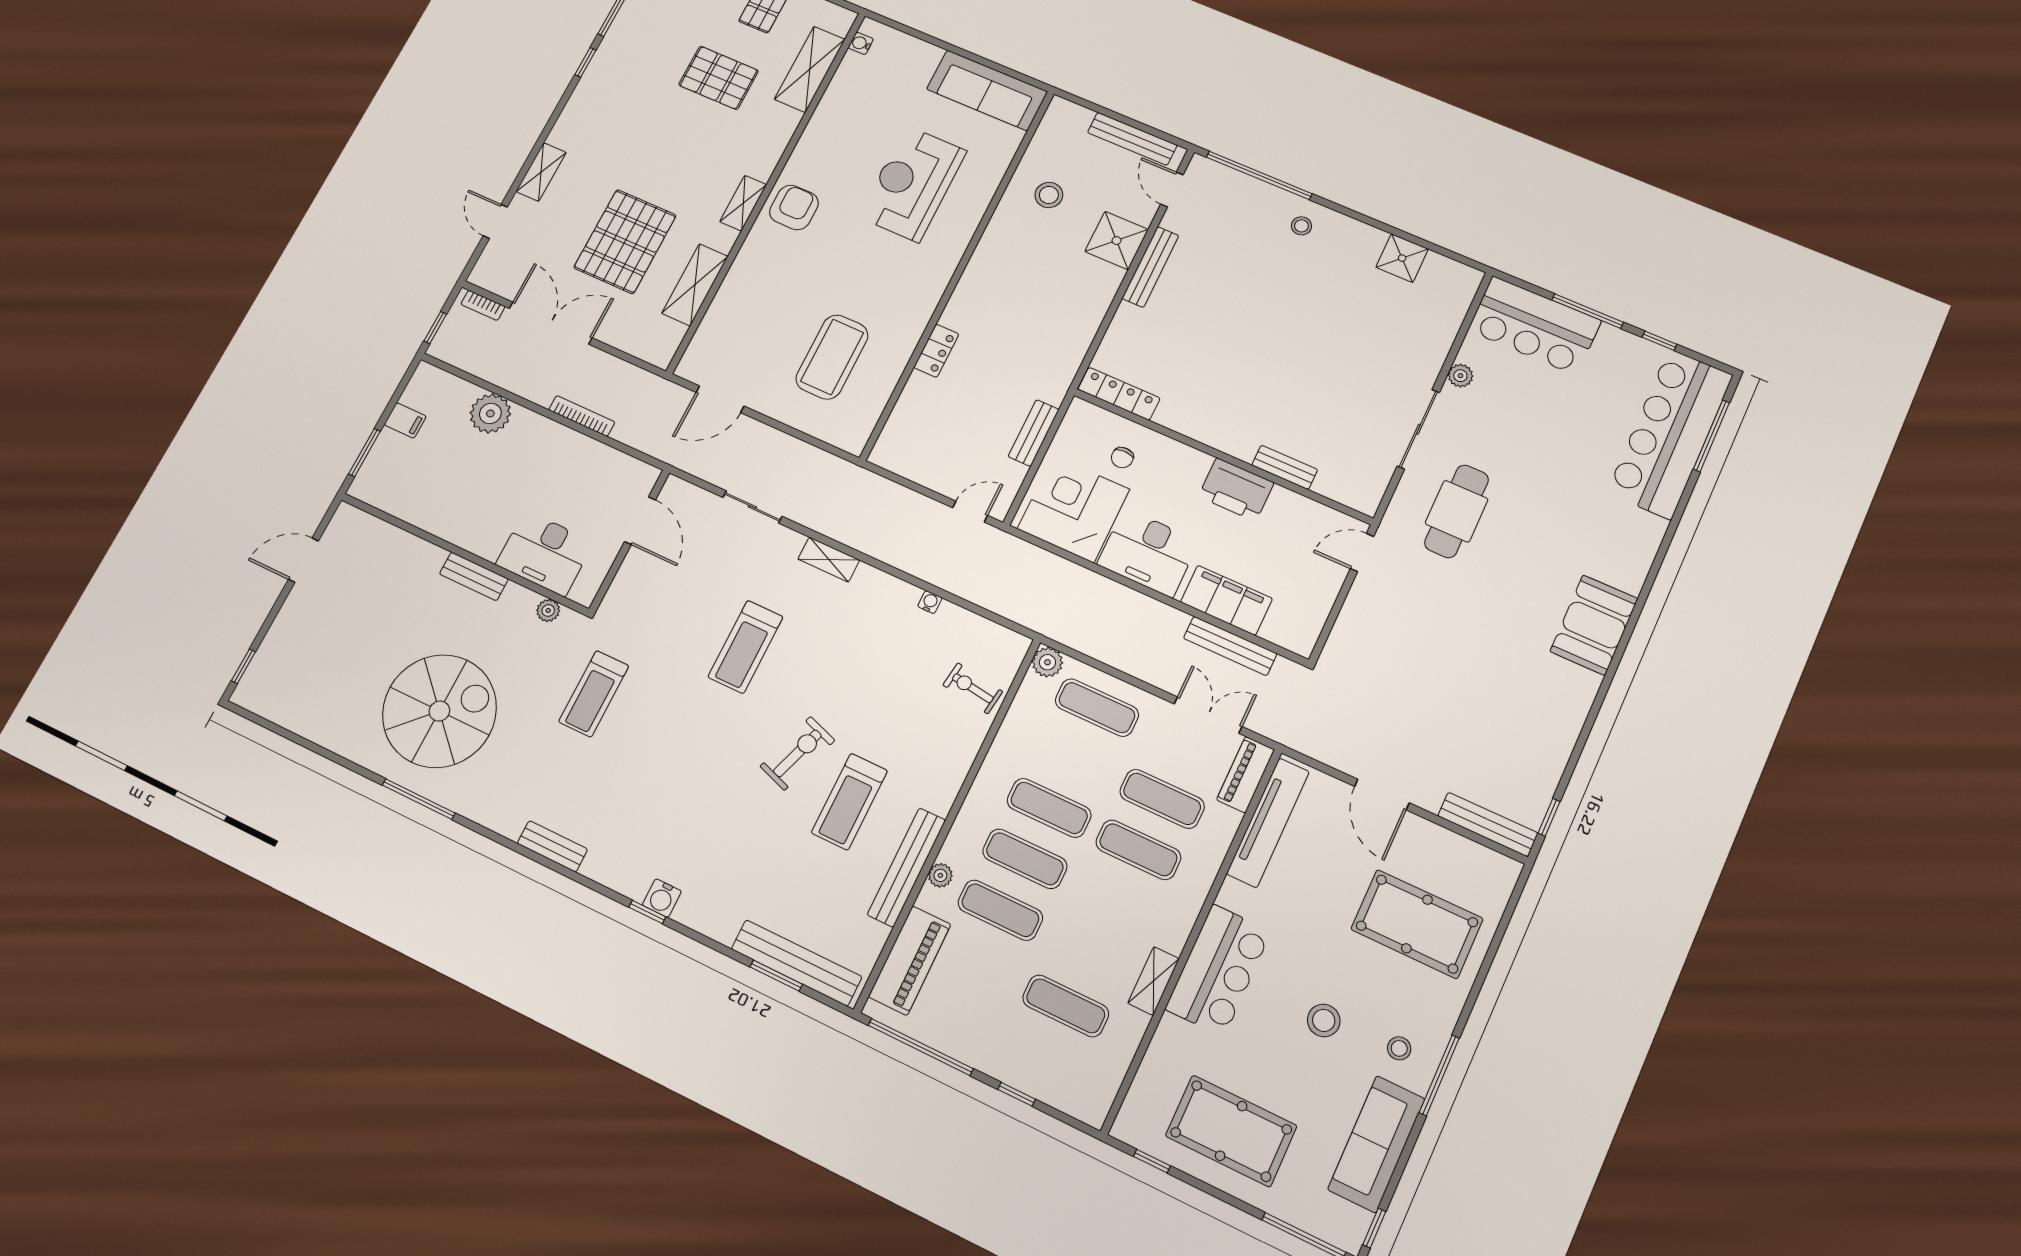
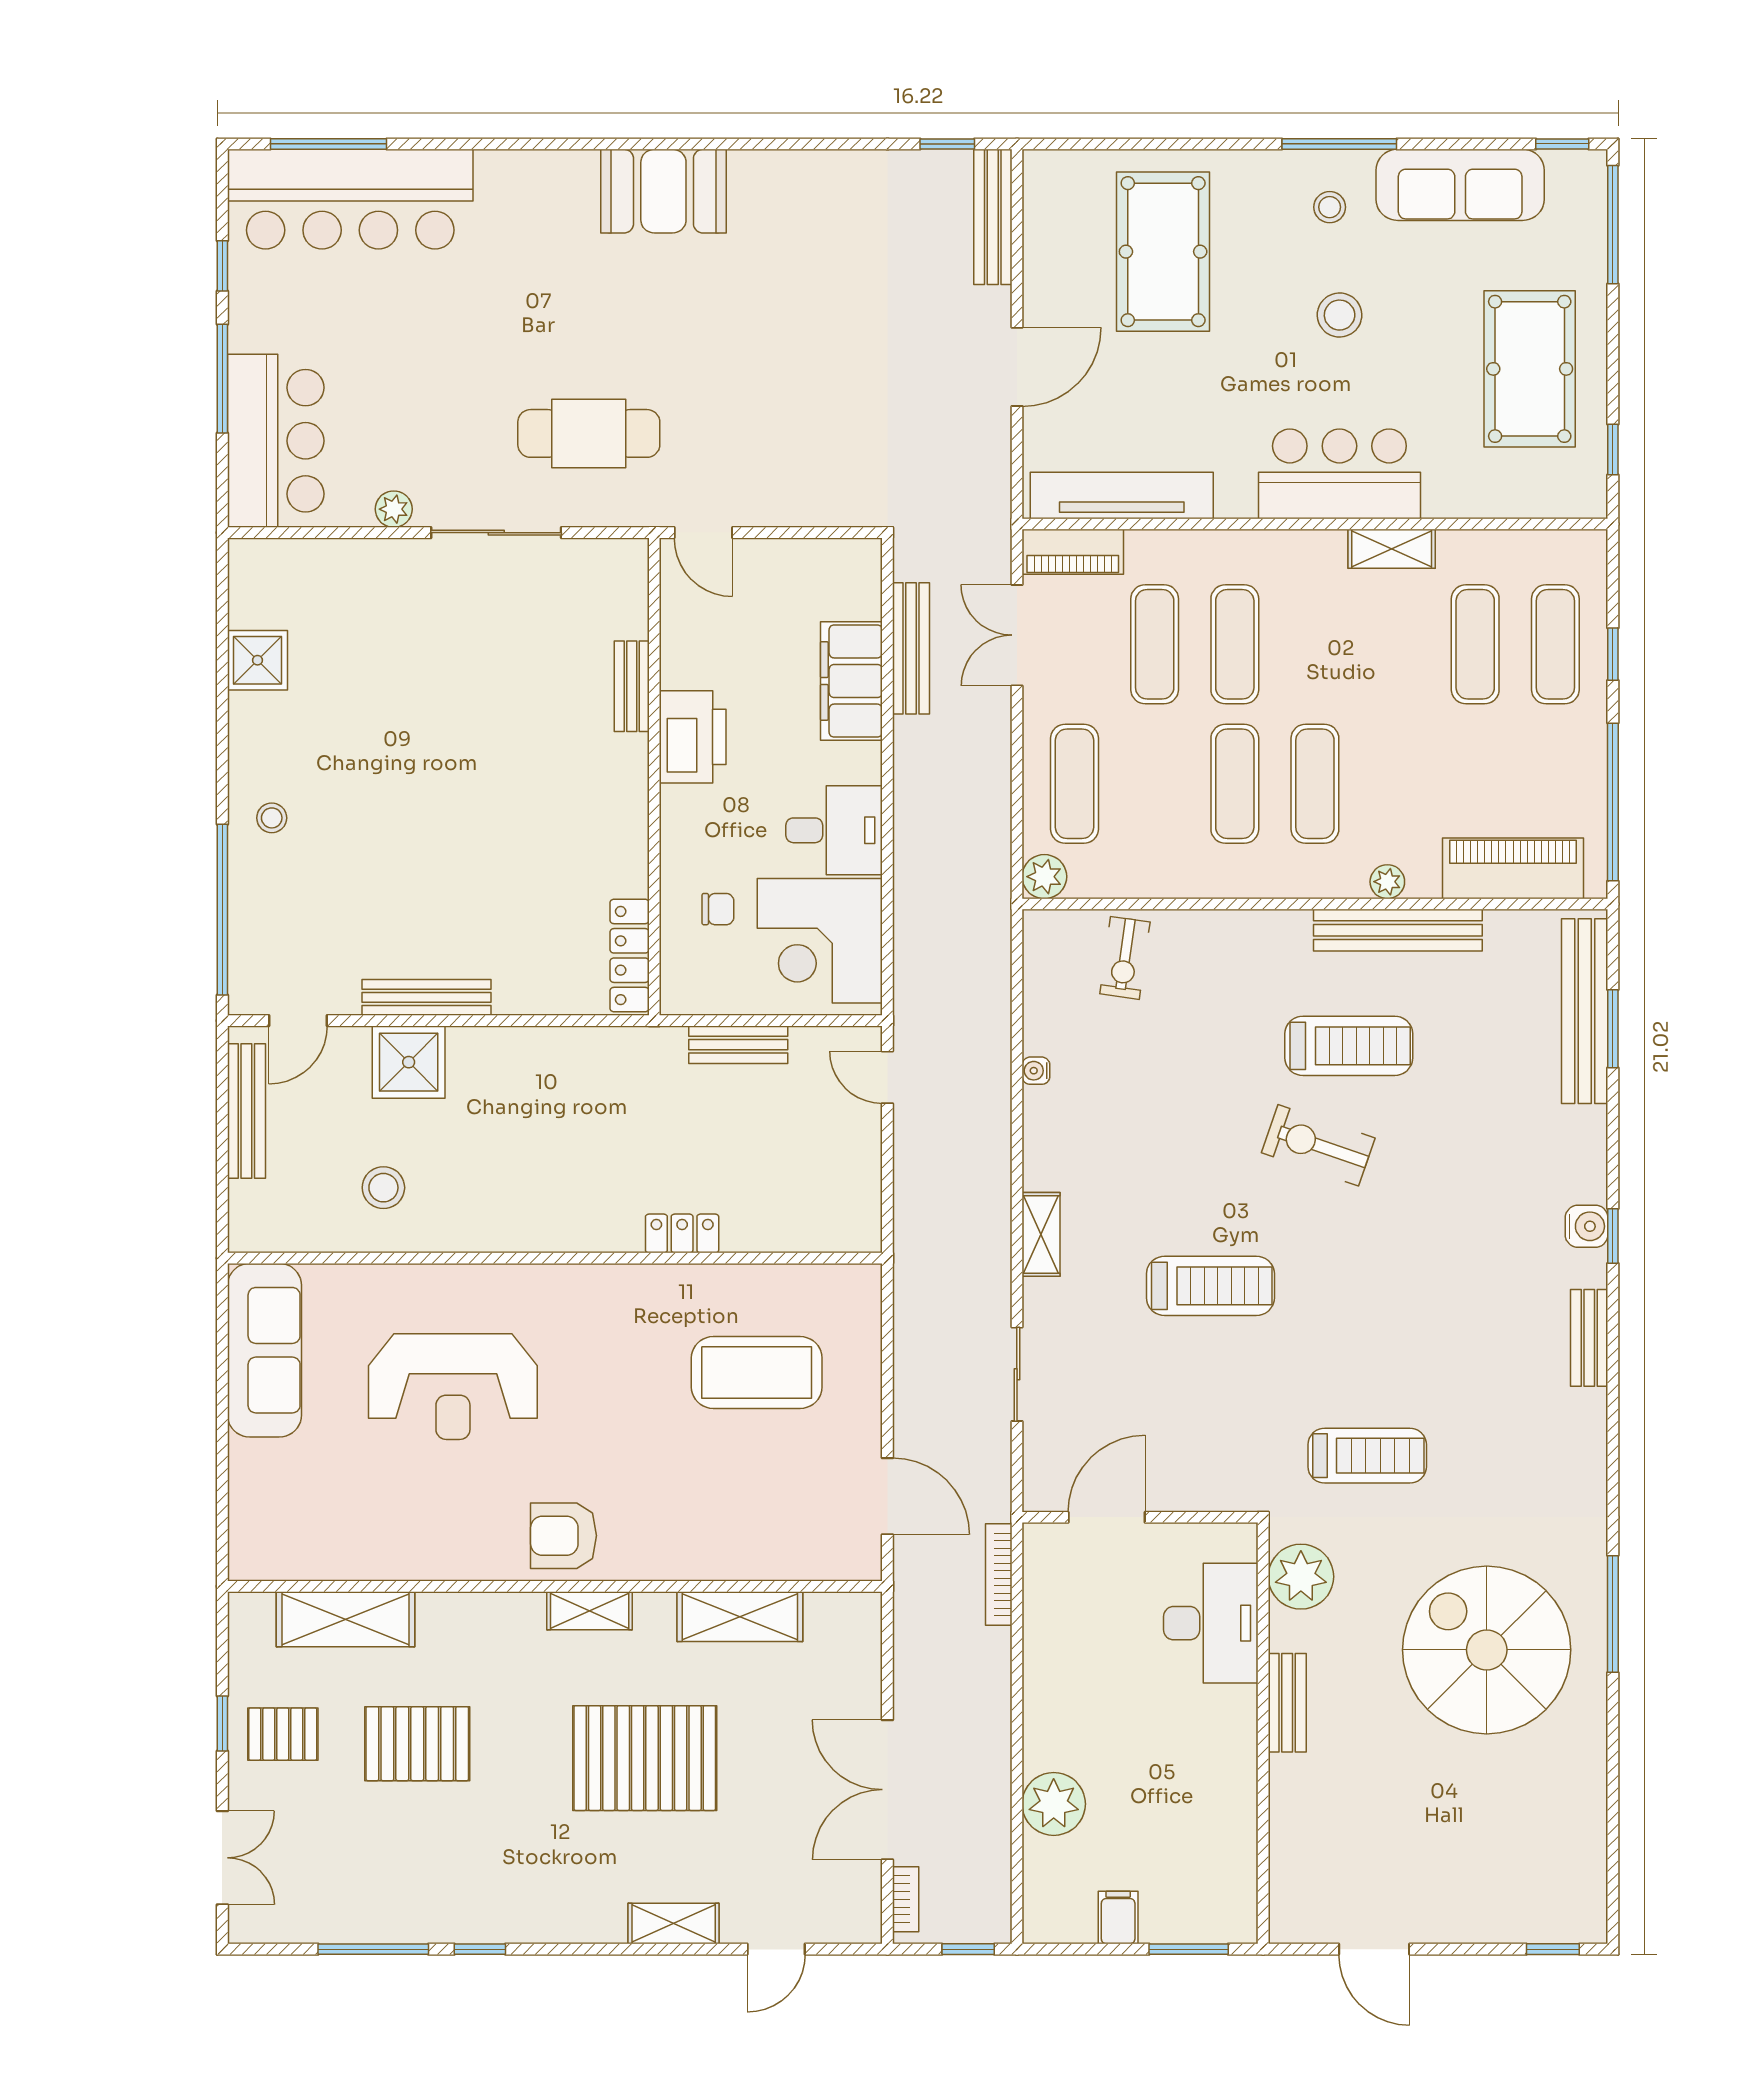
water cooler: (861, 43) -> (273, 1566), removed
pallet: (719, 78) -> (417, 1744), turned 90
pallet: (625, 241) -> (645, 1758), moved
bookcase: (582, 416) -> (999, 1575), moved
desk: (1148, 553) -> (834, 830), width x0.73
plant: (548, 610) -> (1301, 1577), width x1.87, depth x1.87
bench: (552, 846) -> (1589, 1338), moved
exercise mat: (1000, 910) -> (1555, 644), moved

